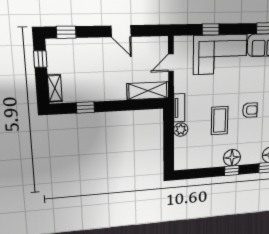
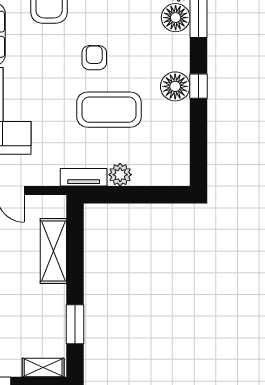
shelving: (148, 91) -> (53, 251), moved
window: (85, 107) -> (75, 324), width x1.50
coffee table: (220, 121) -> (109, 110), width x1.36, depth x1.32

